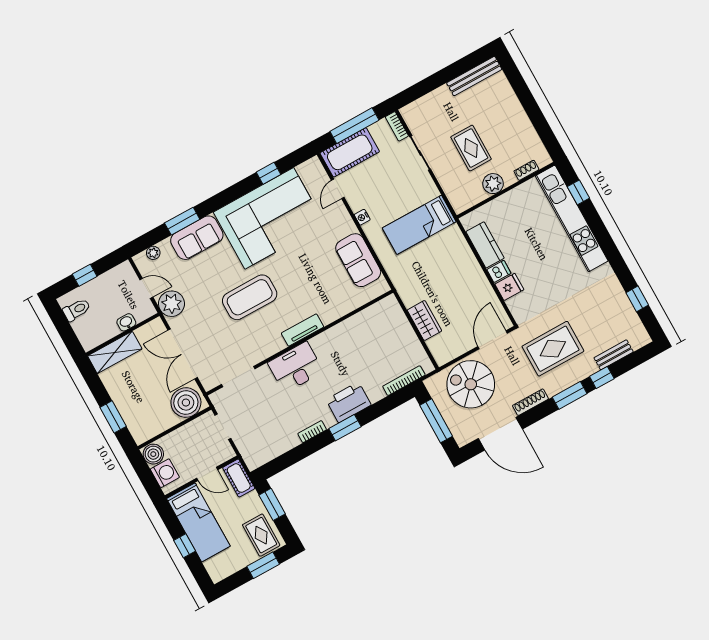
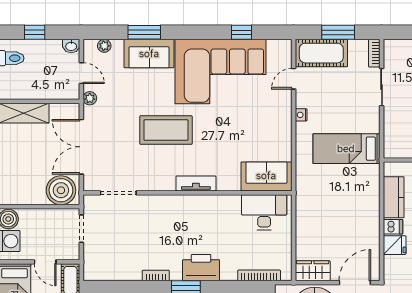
window: (354, 126) -> (338, 32), width x0.69
sofa: (358, 260) -> (266, 176), moved, turned 90
plant: (171, 304) -> (90, 98), width x0.53, depth x0.53
wardrobe: (424, 320) -> (313, 271), moved, turned -90
washbasin: (126, 322) -> (71, 46), moved, turned 180
desk: (296, 367) -> (264, 212), moved

